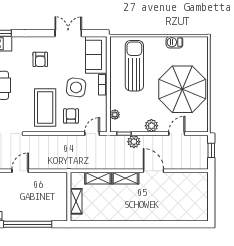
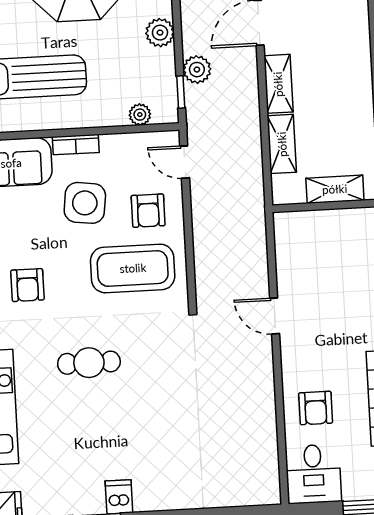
armchair: (40, 59) -> (27, 285), turned 90
armchair: (71, 116) -> (148, 211), turned -90

